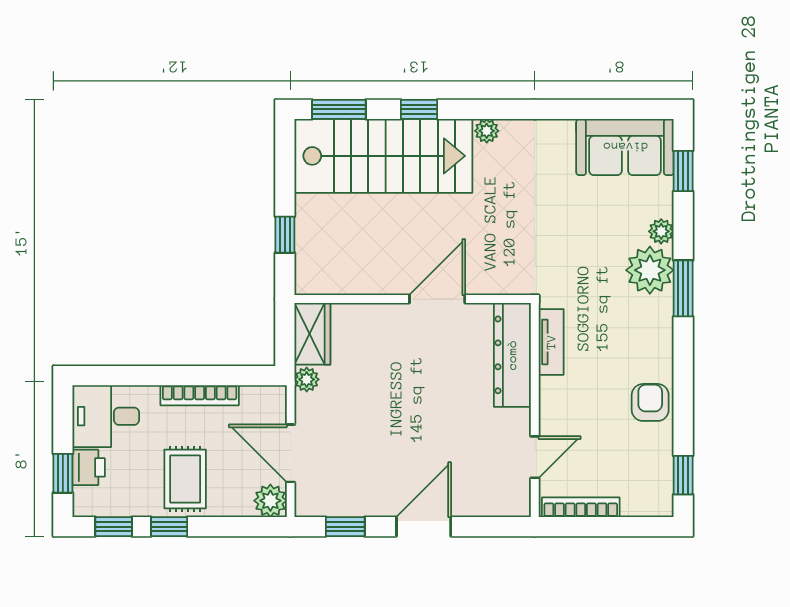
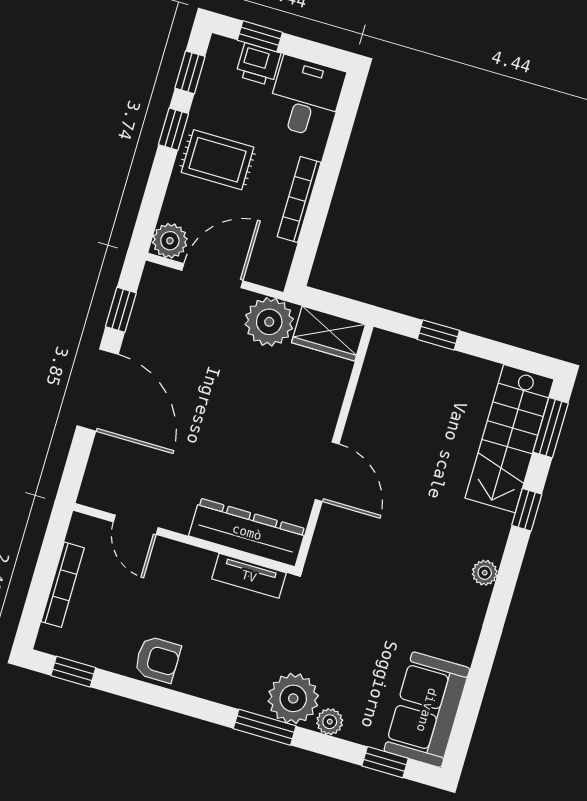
stairs: (383, 156) -> (510, 439), width x0.73, depth x0.66
plant: (307, 379) -> (269, 322), width x1.88, depth x1.88
bookcase: (581, 507) -> (63, 585), moved
door: (424, 527) -> (98, 390), width x1.36

